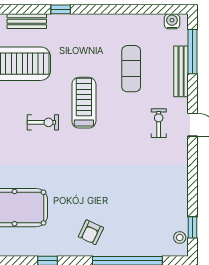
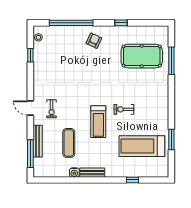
window: (61, 9) -> (132, 180), moved
bench: (27, 21) -> (92, 173), moved
water cooler: (172, 21) -> (74, 173), moved
window: (193, 227) -> (30, 55), moved

